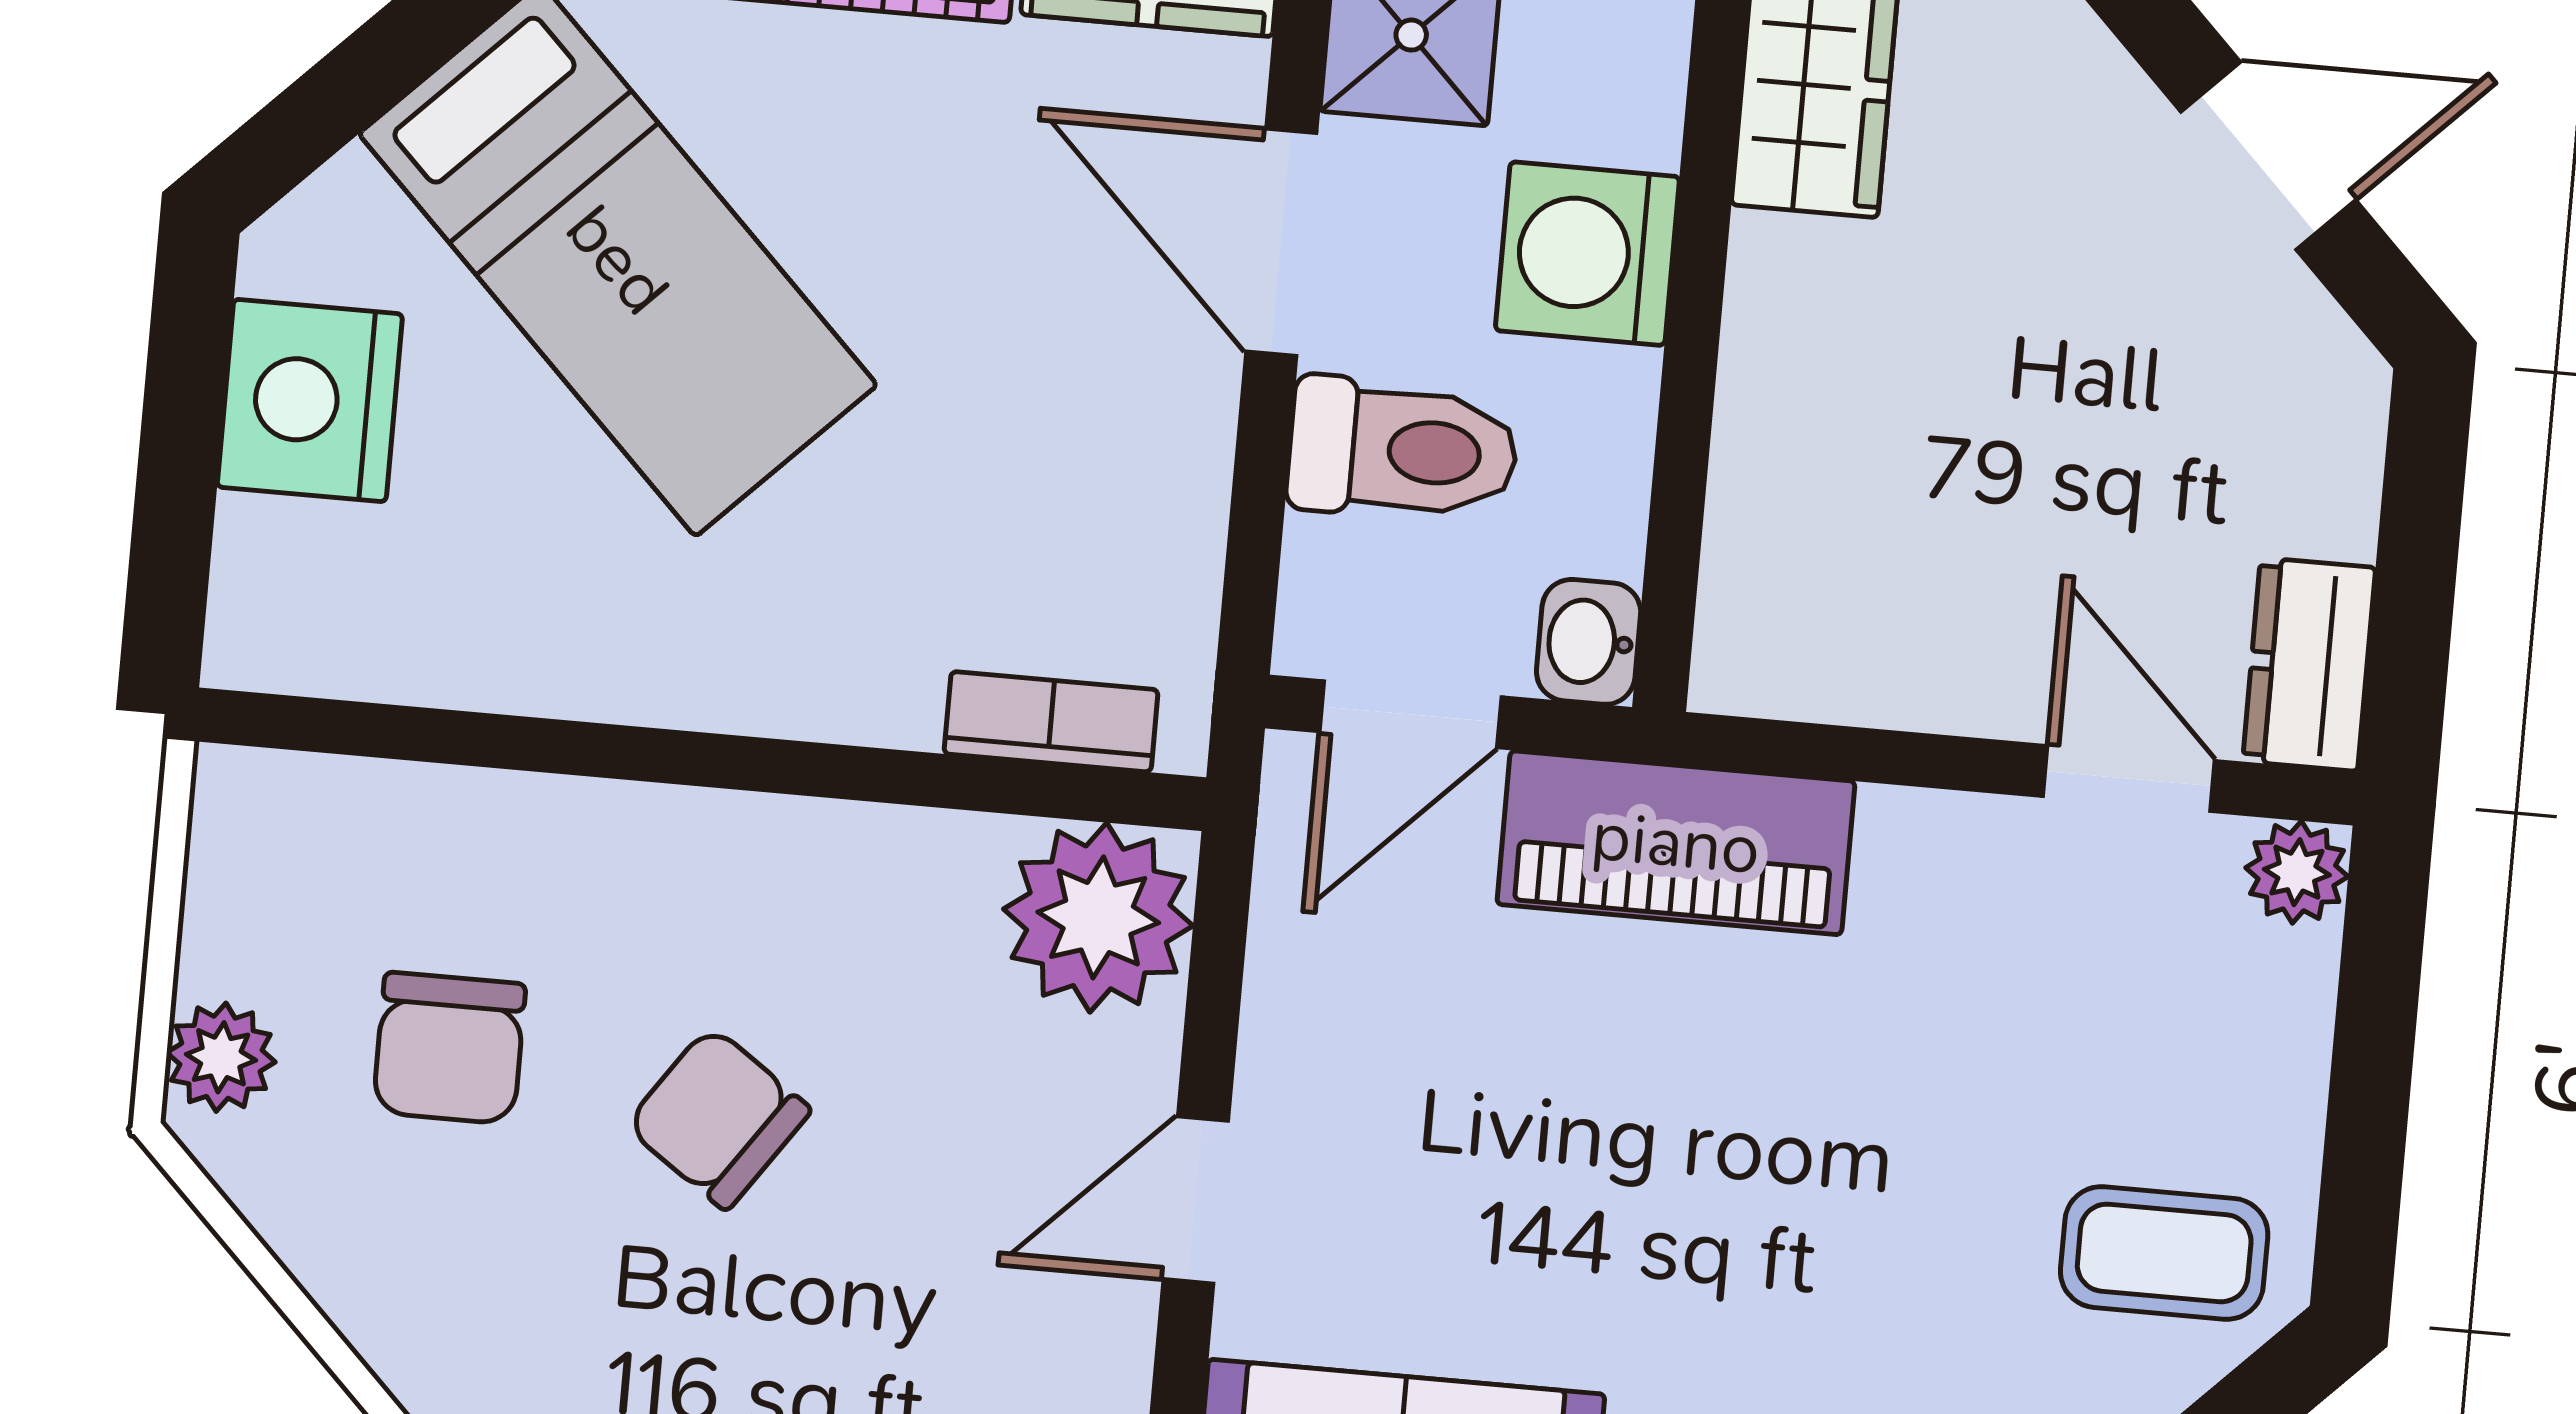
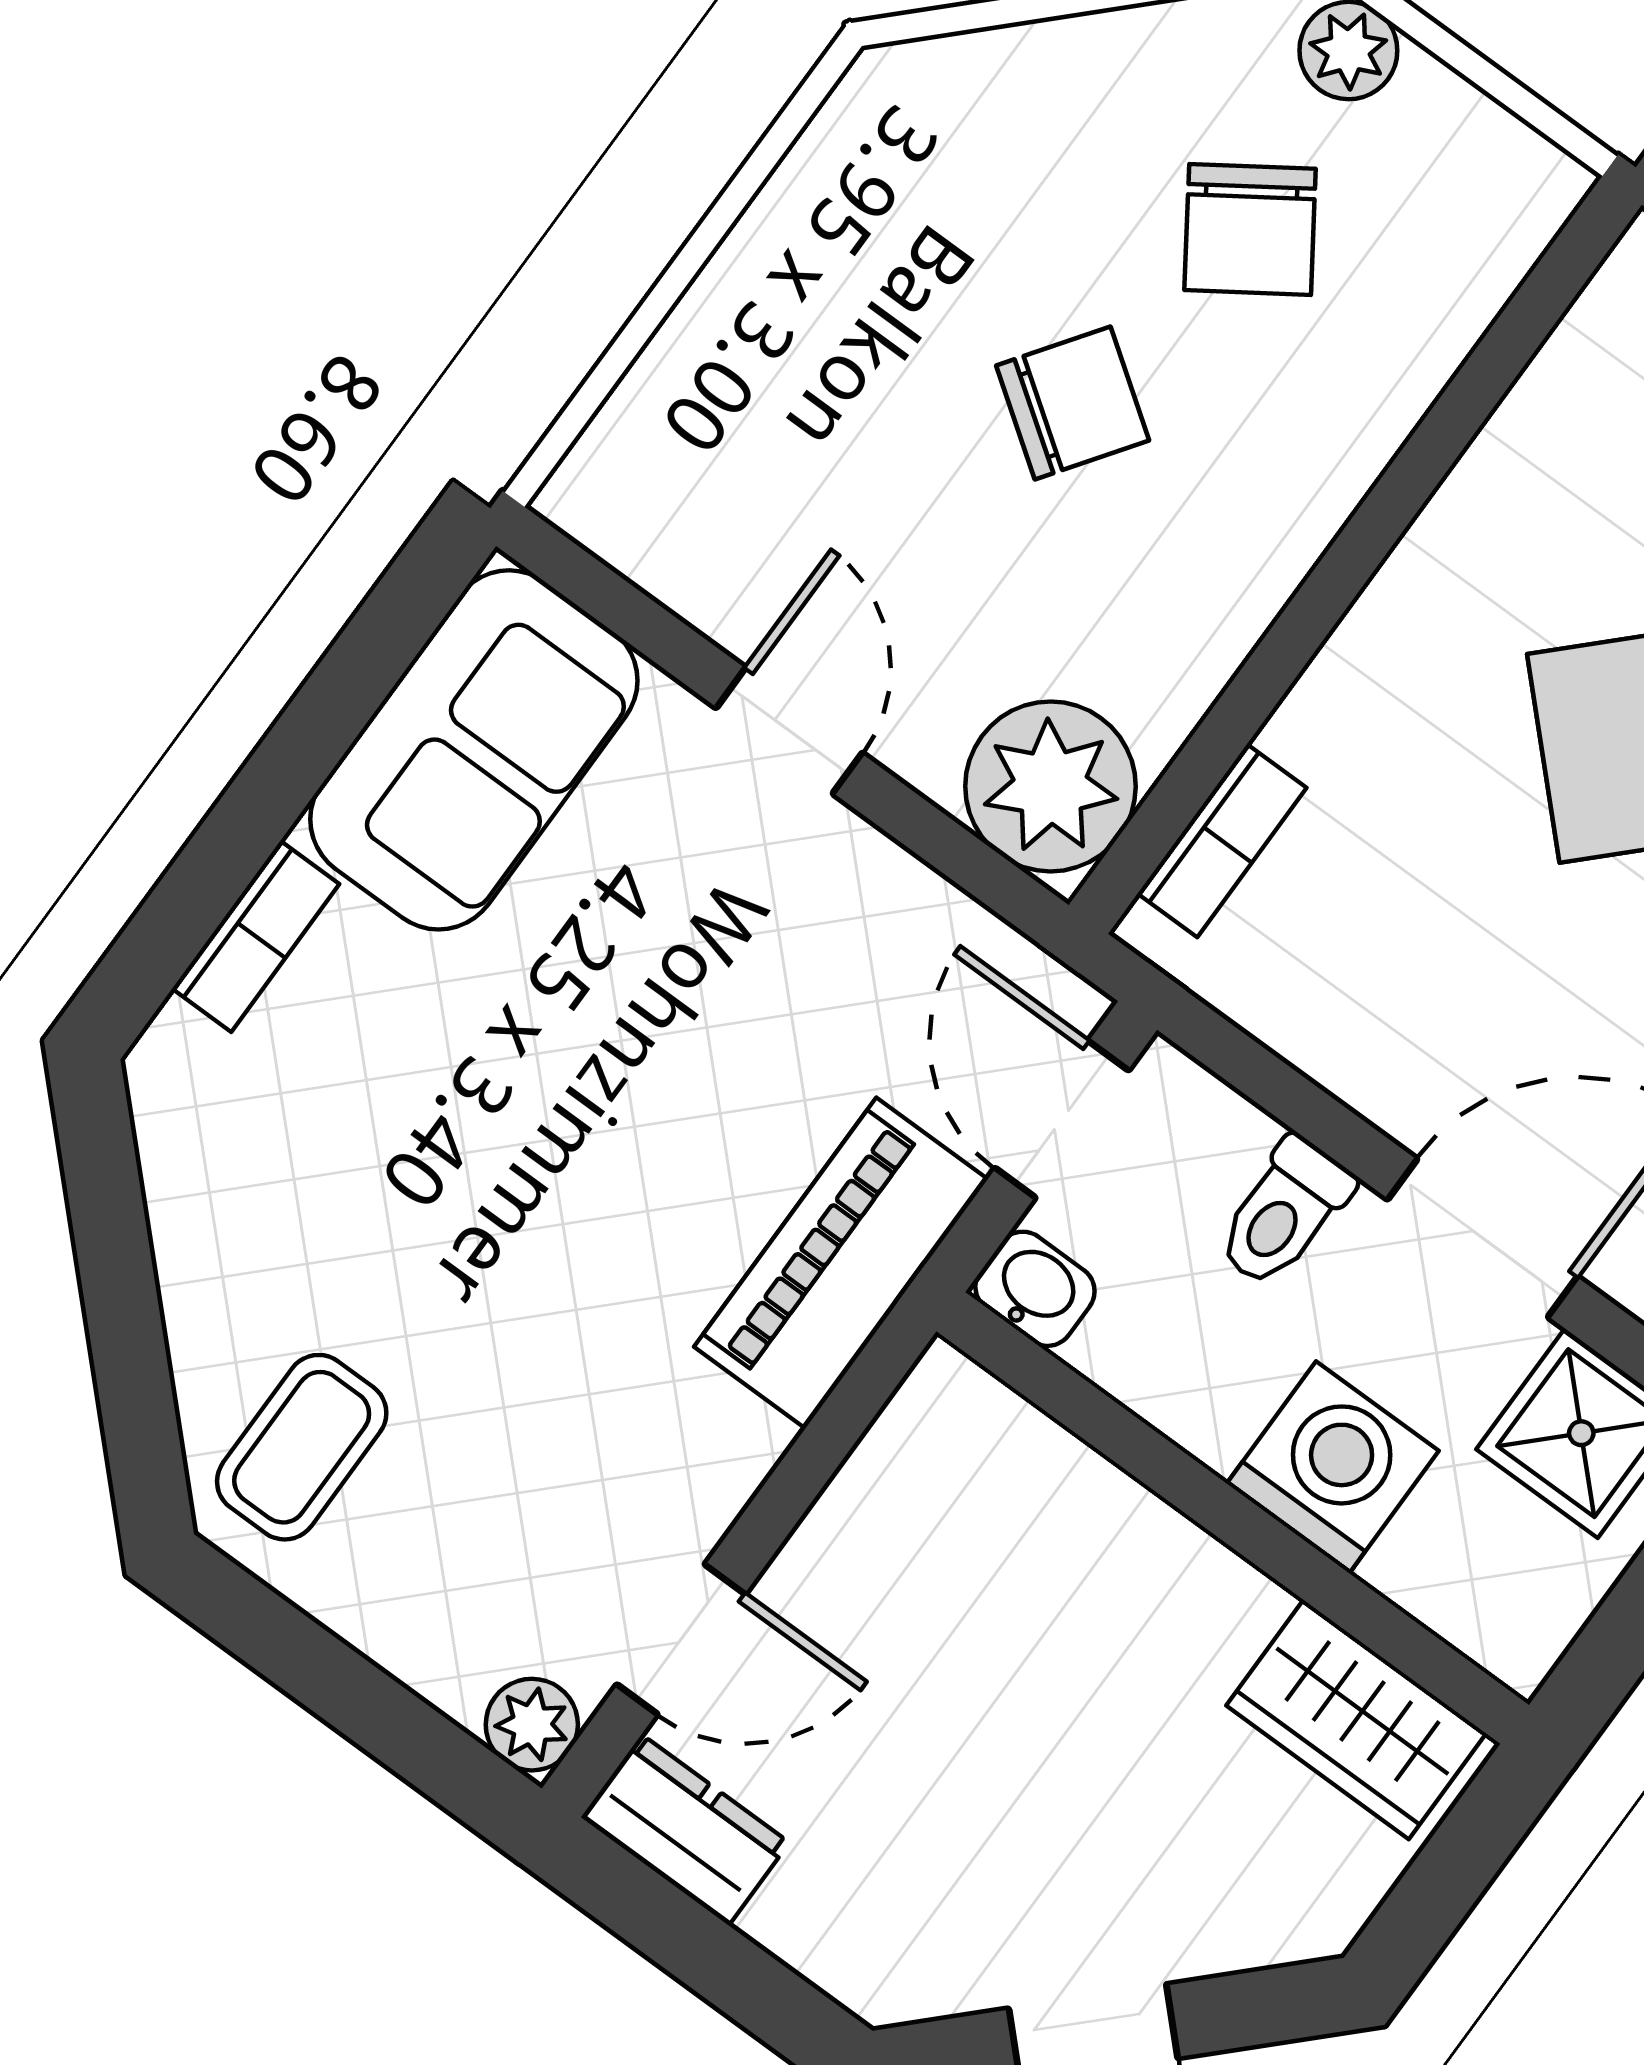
toilet: (1403, 450) -> (1284, 1213), width x0.73, depth x0.72
chair: (449, 1048) -> (1250, 229), turned -124

